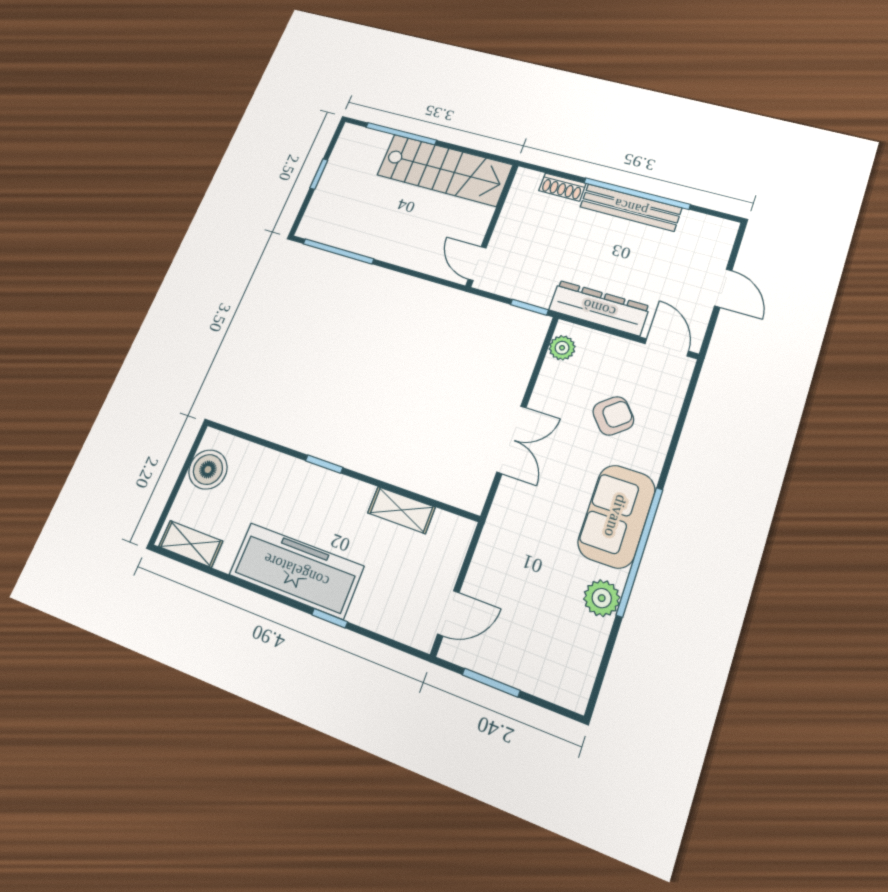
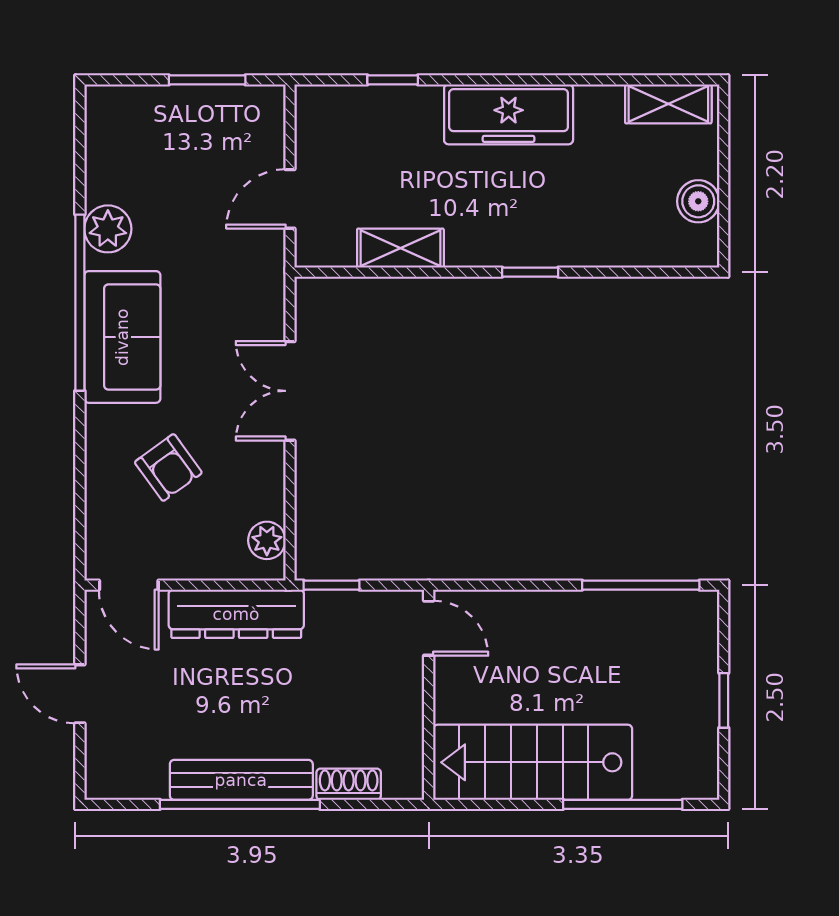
armchair: (613, 416) -> (168, 467), turned -86
boiler: (208, 470) -> (698, 201), width x0.73, depth x0.73
freezer: (296, 570) -> (509, 114), width x0.73, depth x0.79
door: (448, 613) -> (290, 199), moved
window: (330, 618) -> (393, 80), moved

